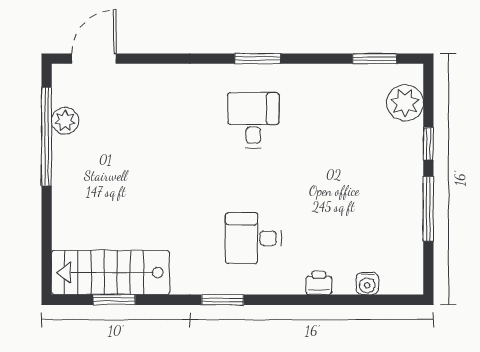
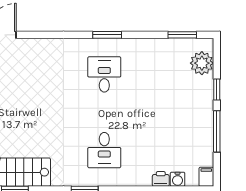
desk: (253, 238) -> (104, 150), turned -90
filing cabinet: (412, 280) -> (206, 177), added
printer: (319, 283) -> (161, 179), moved

